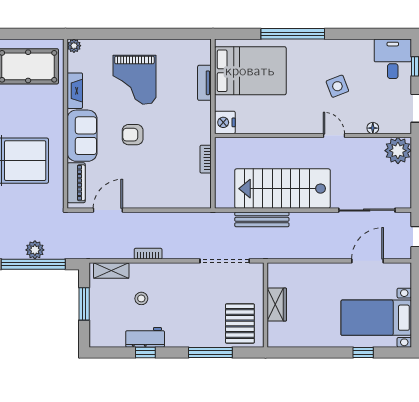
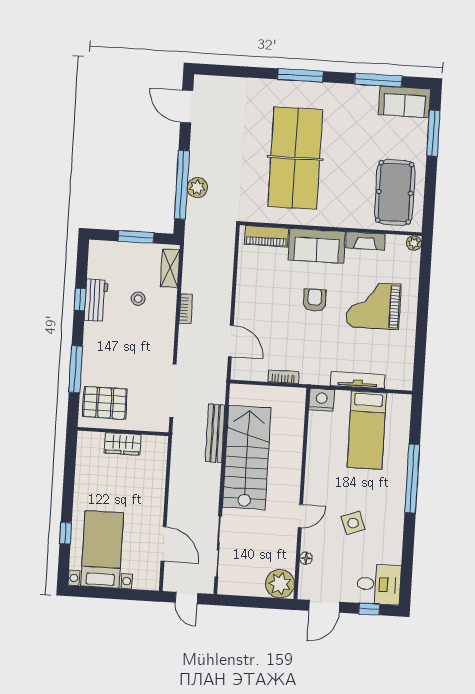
bed: (250, 71) -> (367, 430), width x0.67
tv unit: (204, 83) -> (358, 380), width x1.41
door: (108, 210) -> (231, 341), moved

